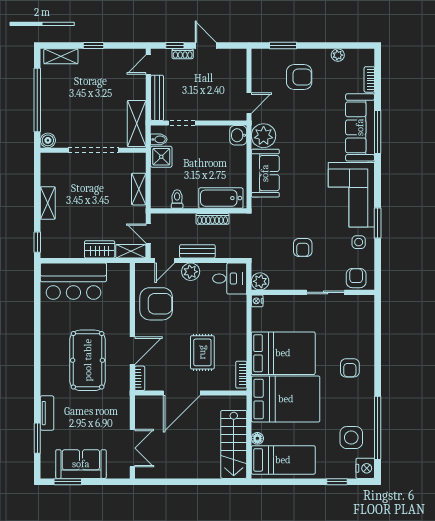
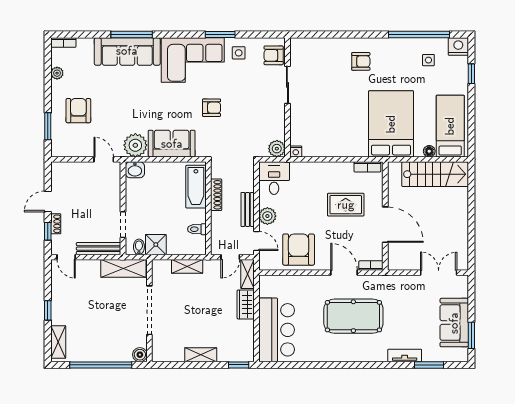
bookcase: (369, 79) -> (63, 42), moved
armchair: (303, 248) -> (212, 108), moved
bed: (283, 353) -> (347, 126), removed
side table: (351, 438) -> (428, 60), width x0.54, depth x0.54

